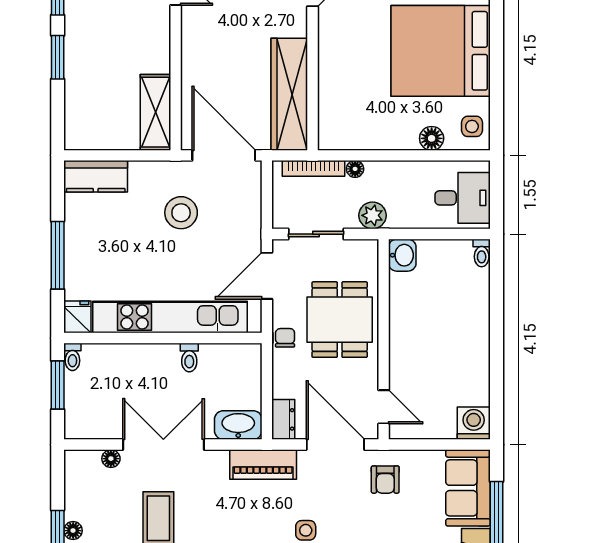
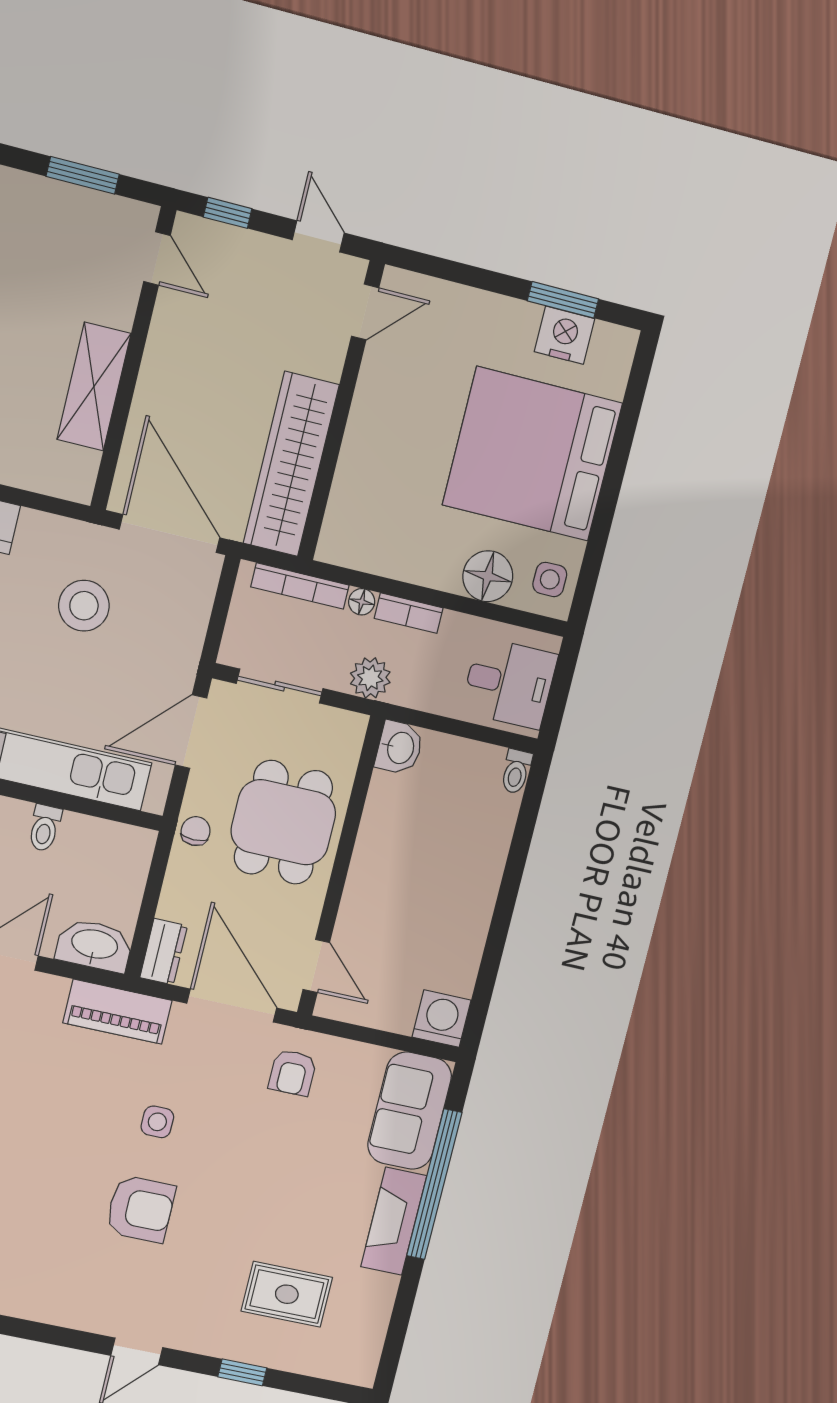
shelving: (155, 112) -> (94, 387), moved
floor lamp: (432, 138) -> (488, 576), width x1.38, depth x1.38
bookcase: (387, 169) -> (409, 613), added

